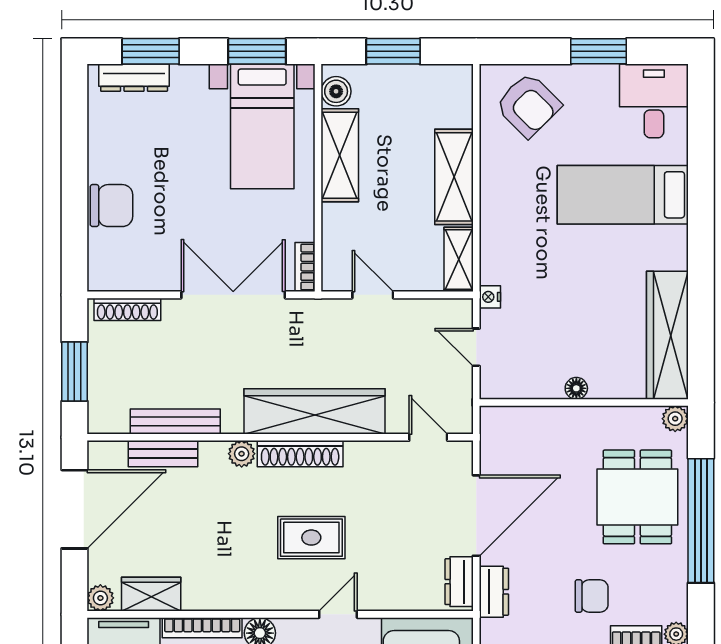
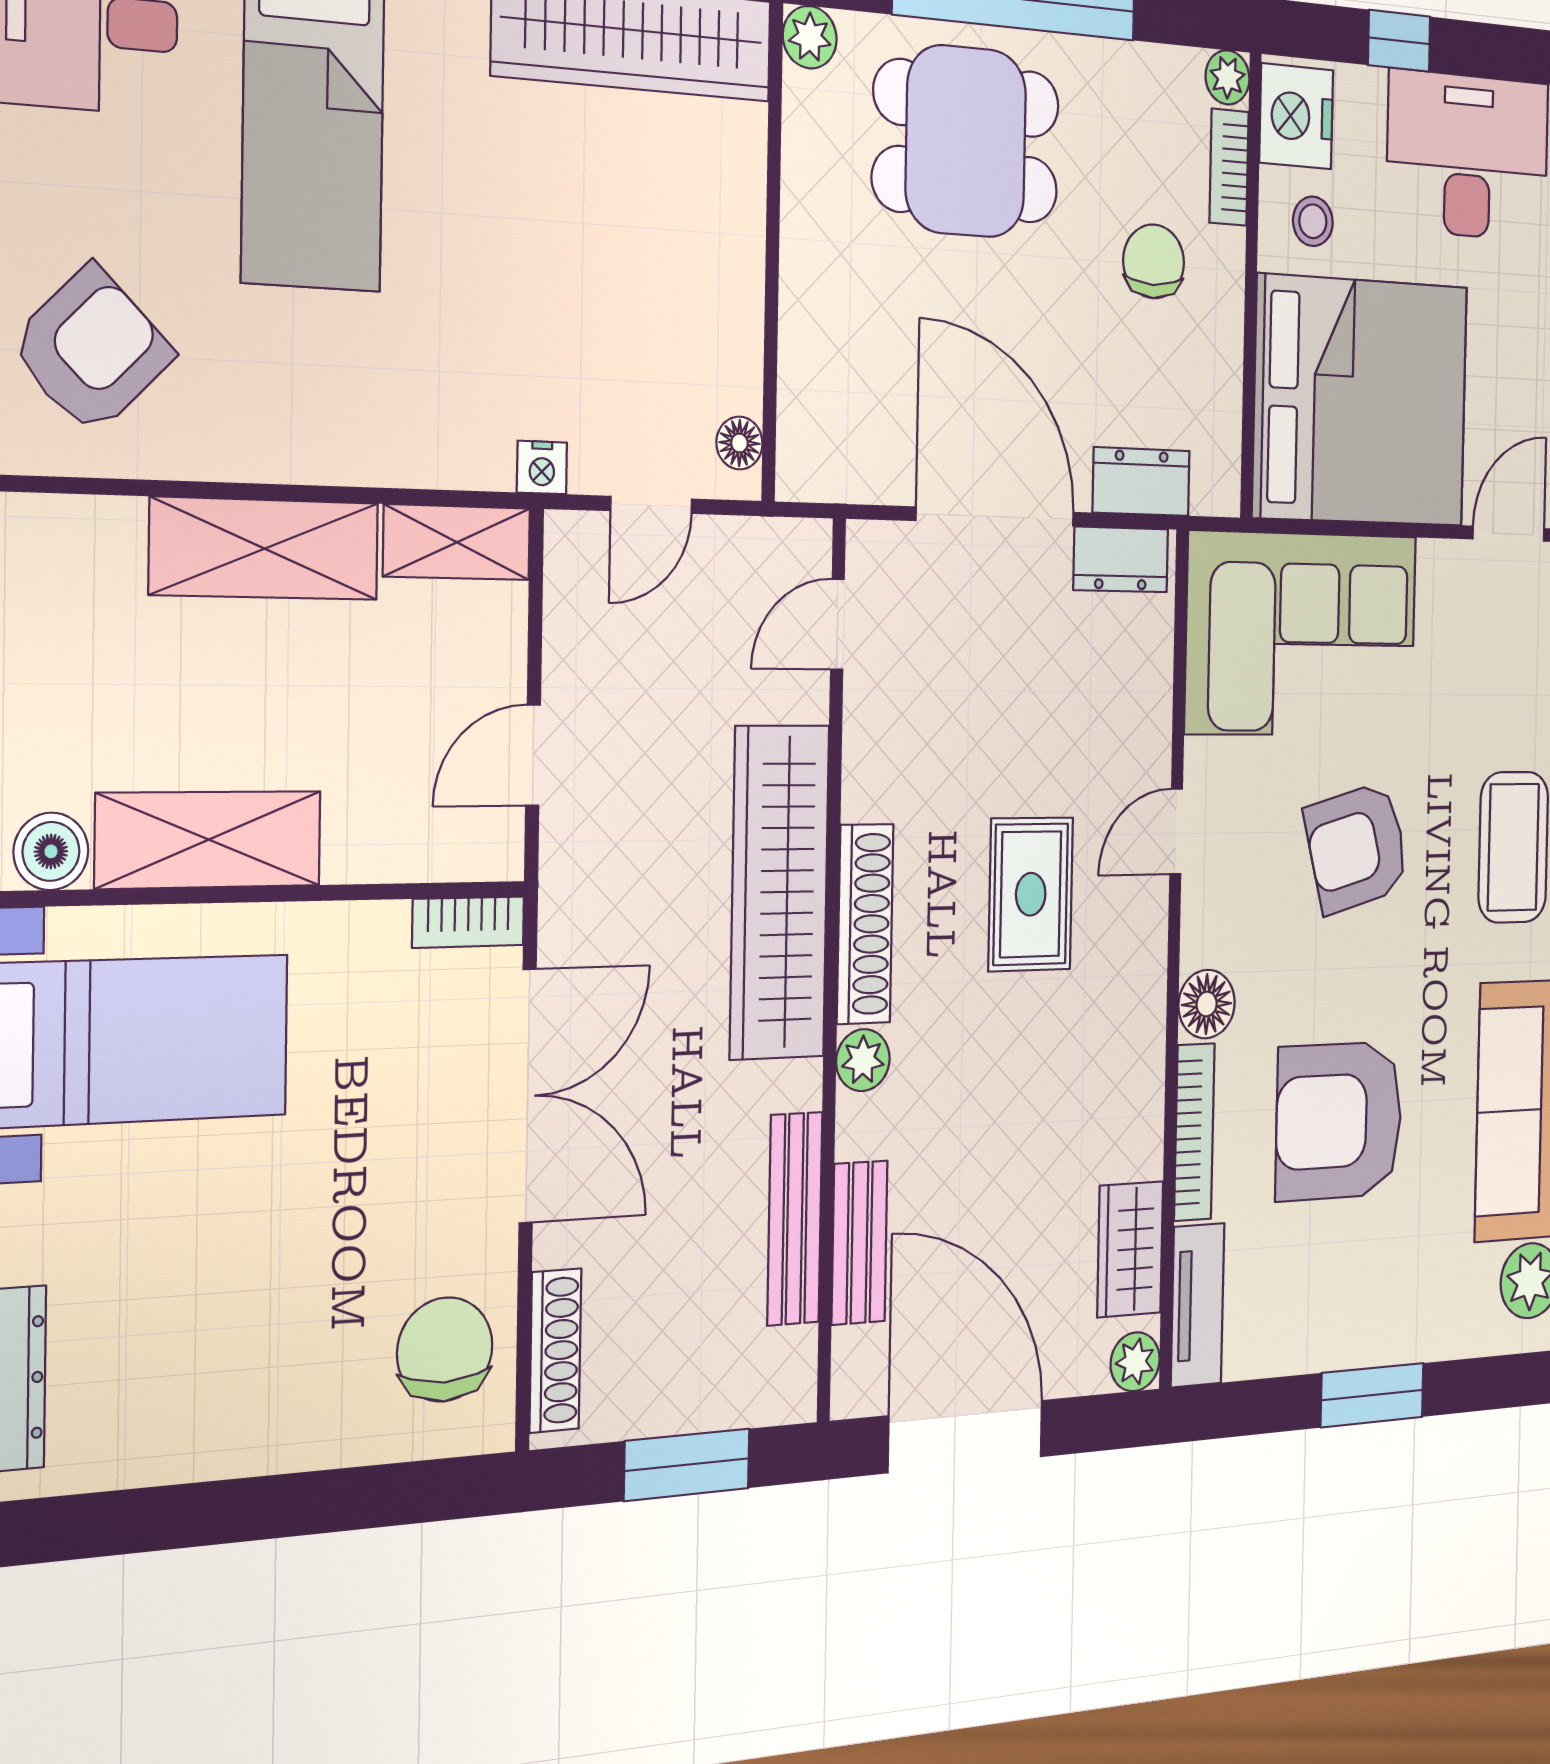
chair: (111, 206) -> (445, 1349), moved
double door: (233, 295) -> (528, 1096), swing flipped
floor lamp: (576, 388) -> (739, 443), moved
door: (338, 614) -> (1176, 831), hinge flipped

